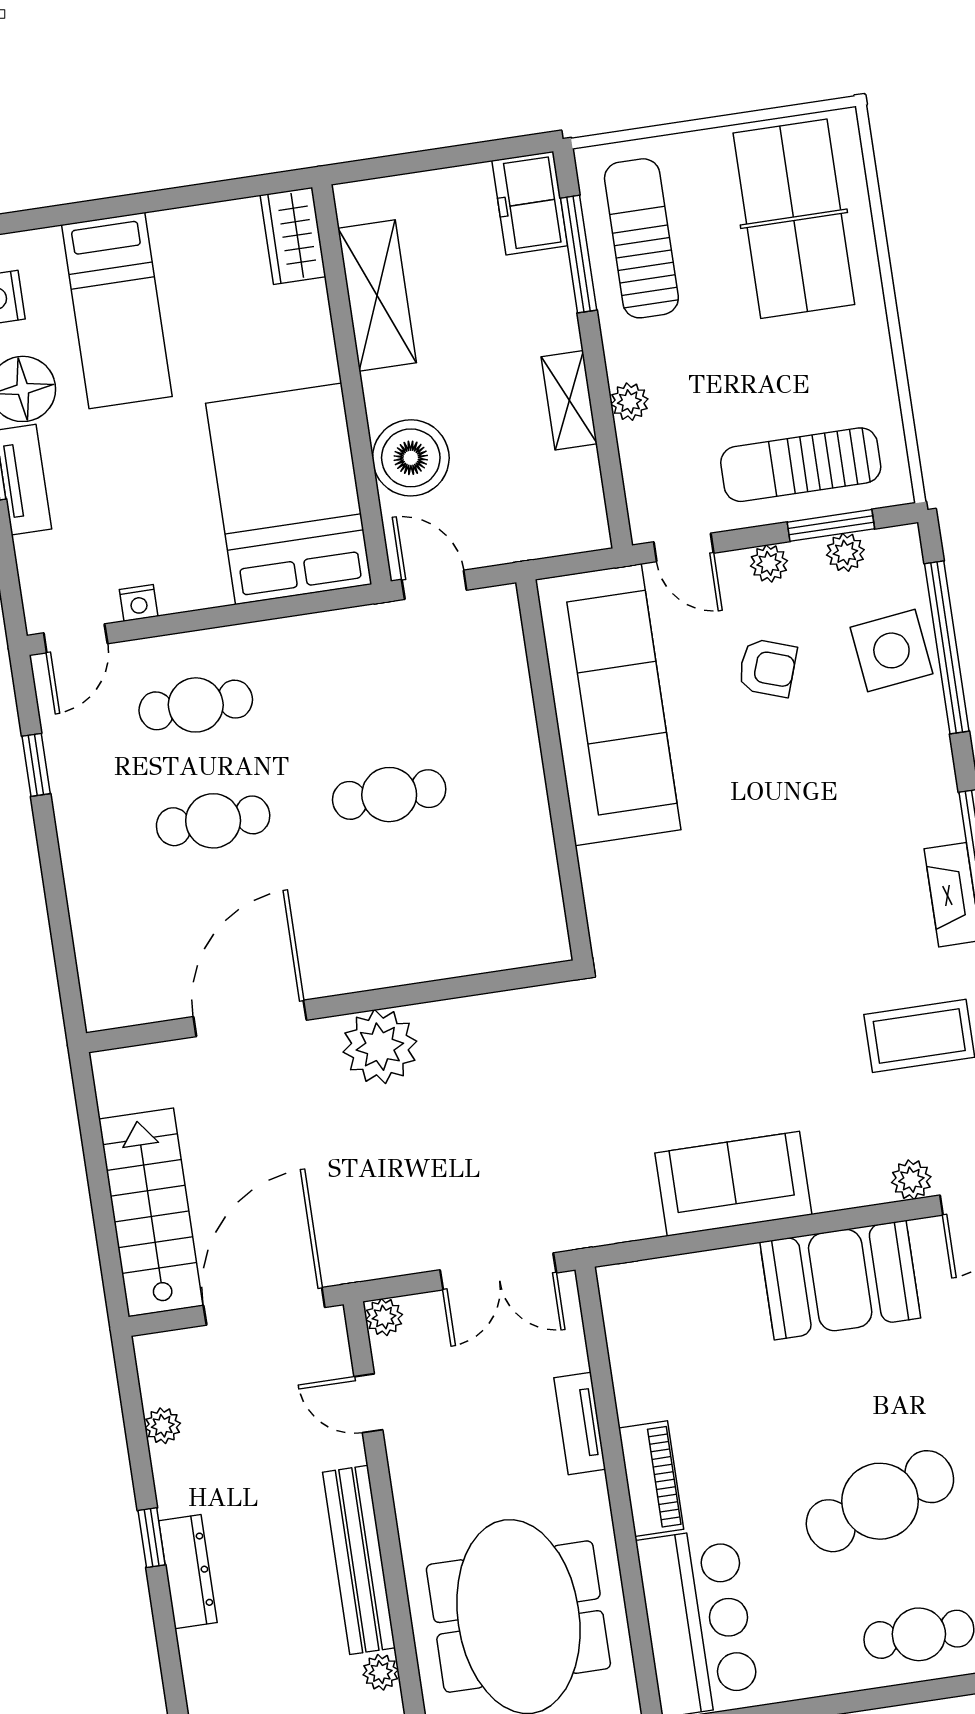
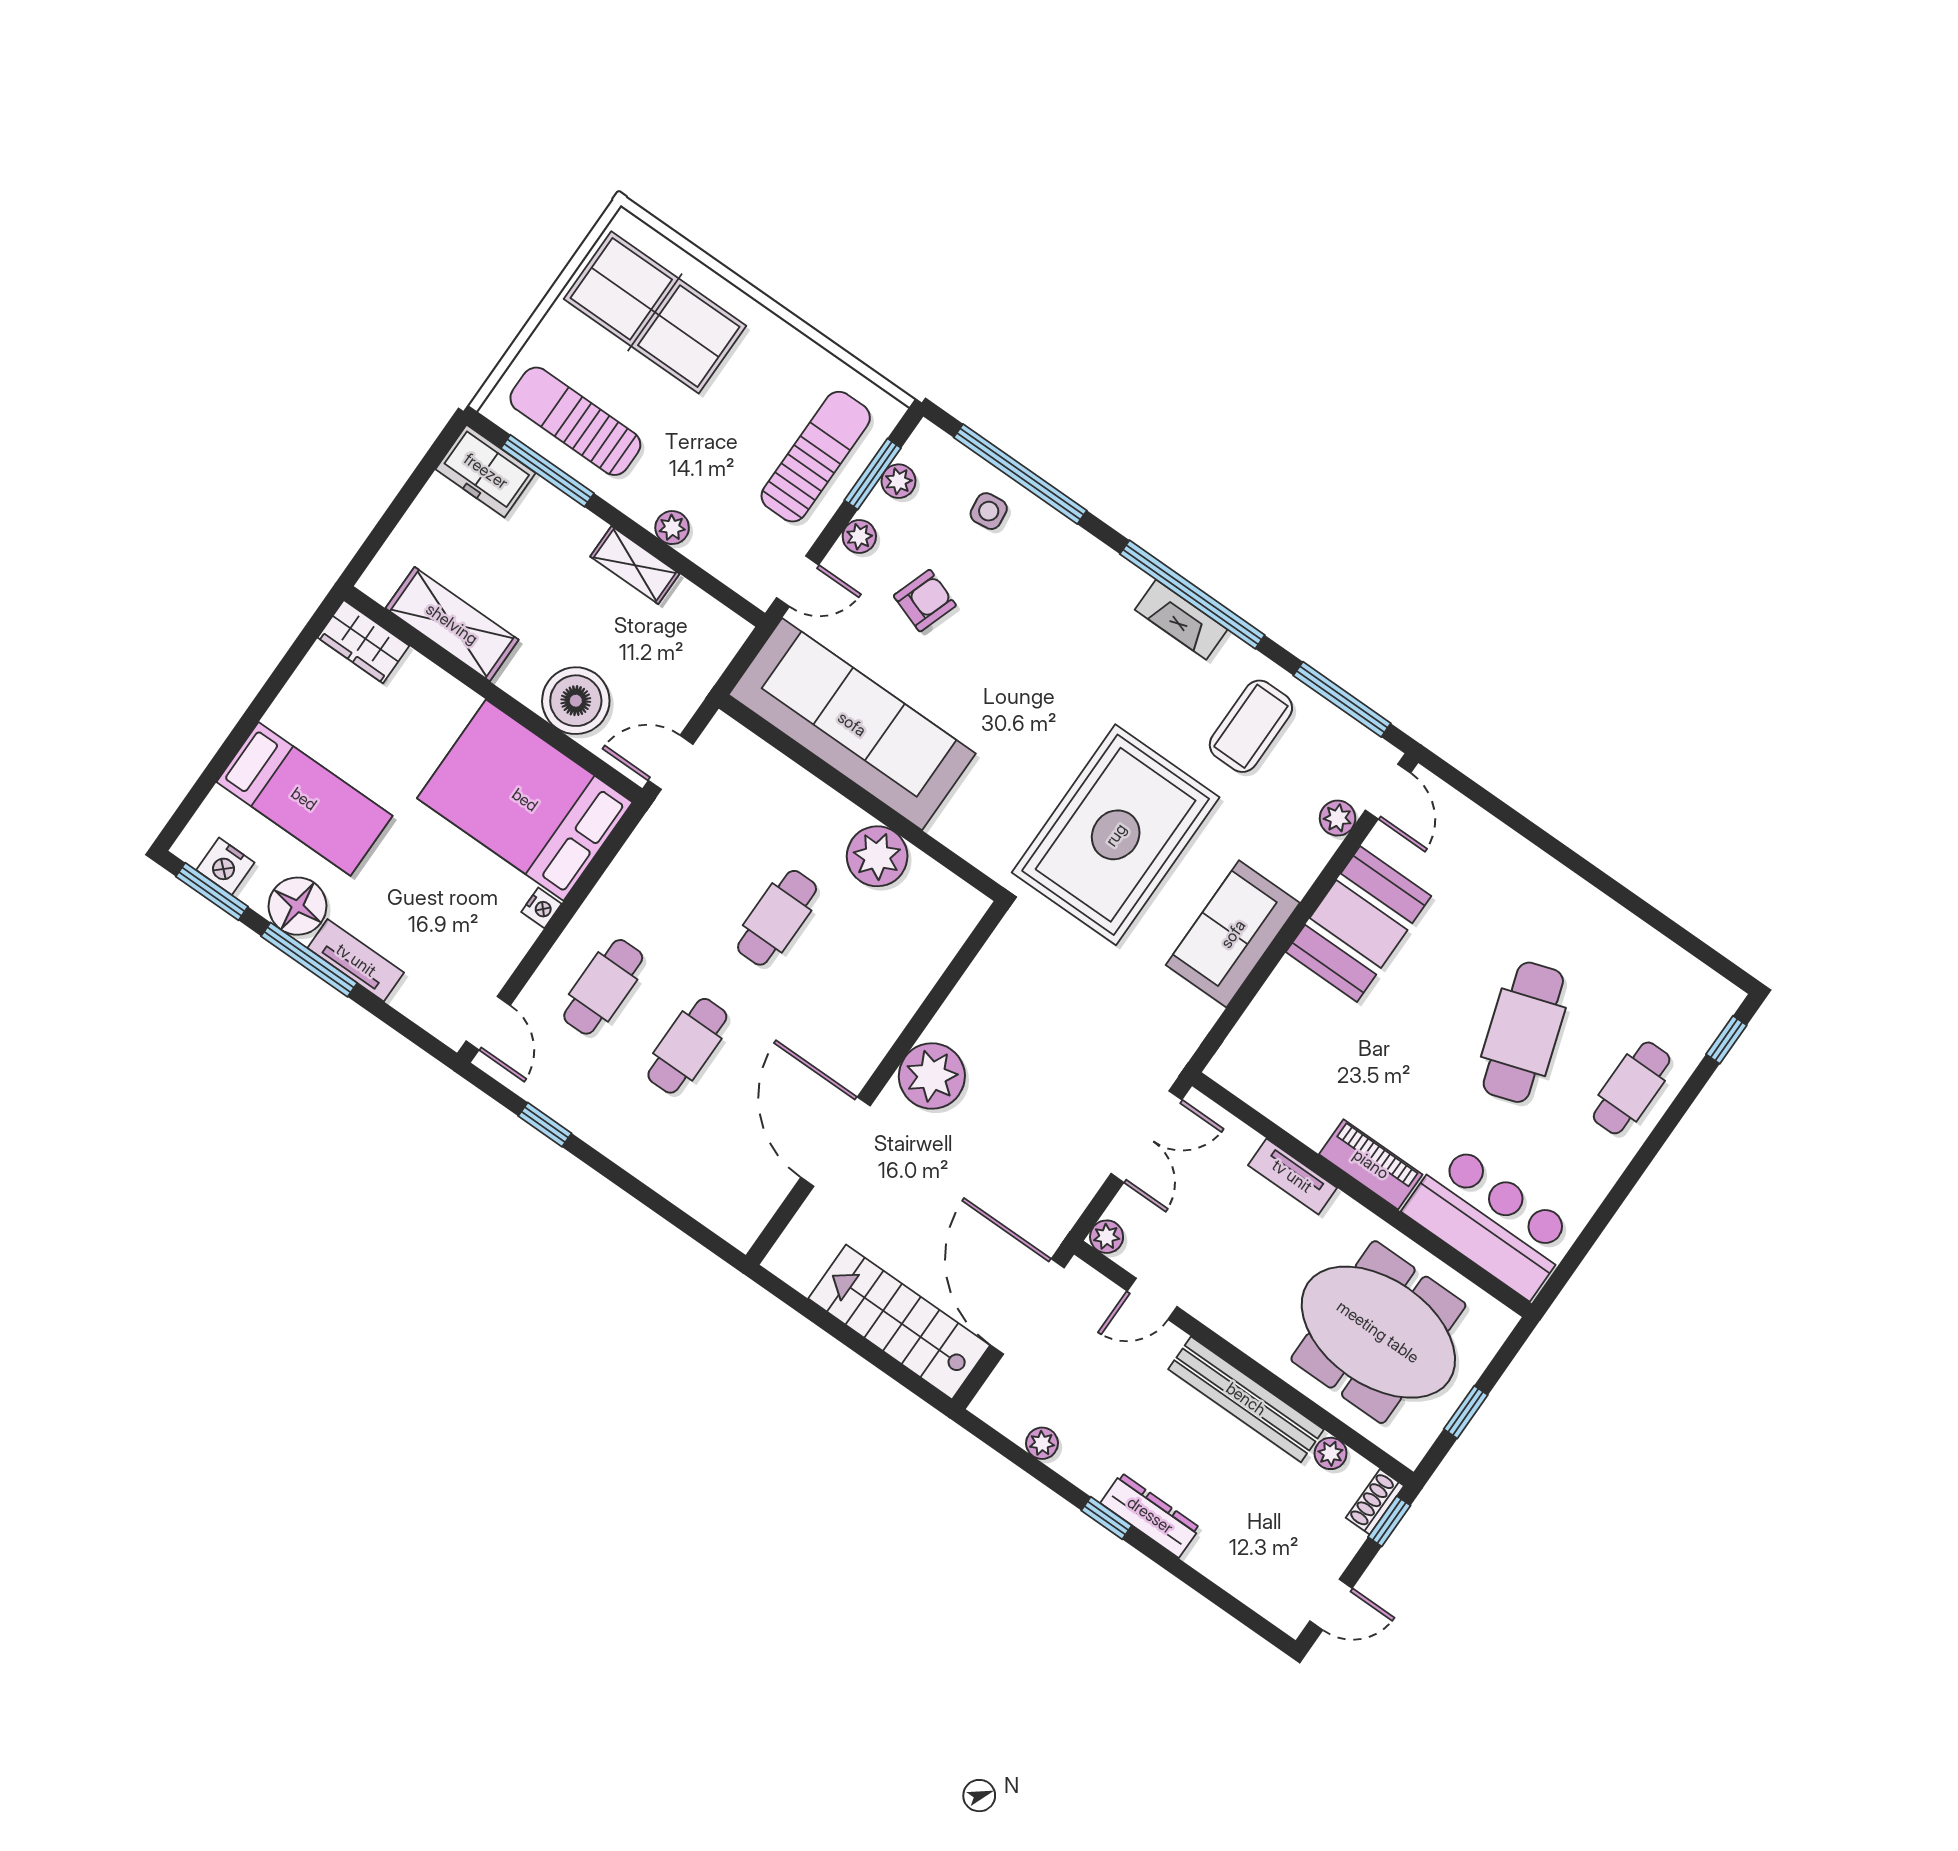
sun lounger: (801, 465) -> (816, 457), turned 180
nightstand: (139, 603) -> (541, 908), moved
side table: (891, 650) -> (989, 511), width x0.54, depth x0.54
plant: (519, 829) -> (877, 856), added
rug: (723, 1009) -> (1116, 835), added

